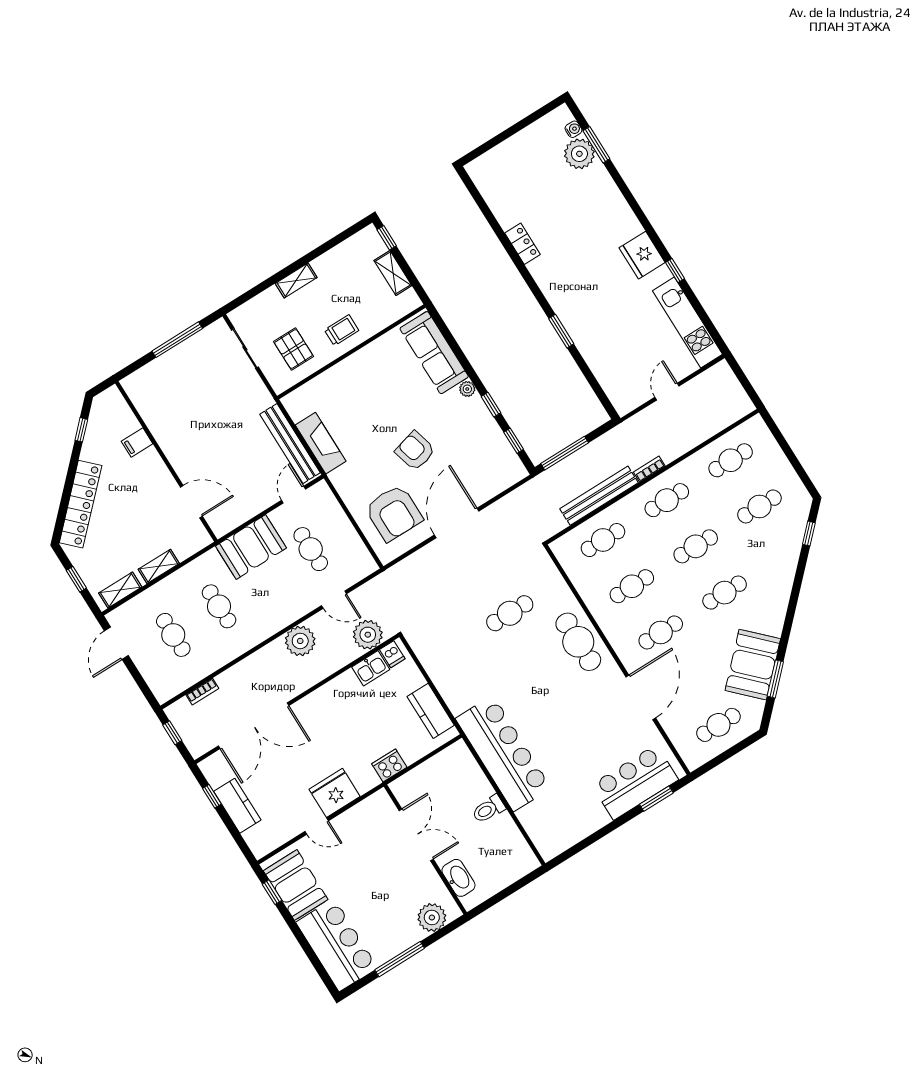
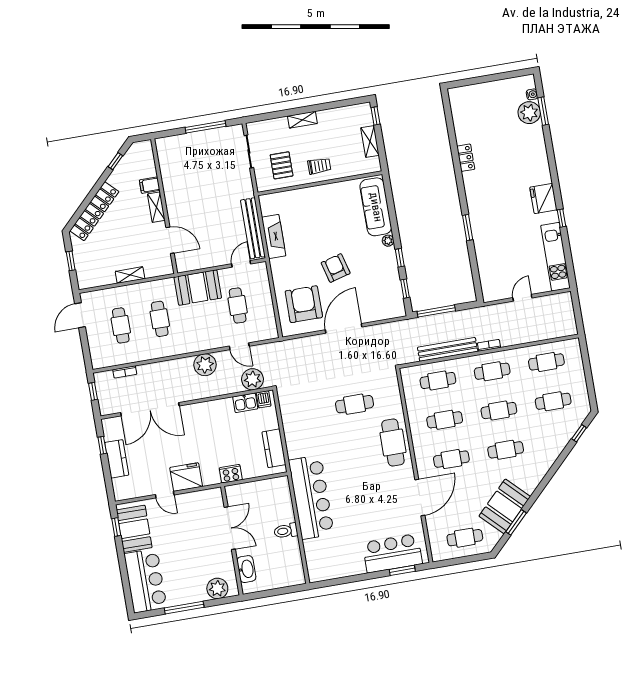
armchair: (394, 513) -> (304, 304), turned 180
shelving: (120, 590) -> (156, 207), moved, turned 90

